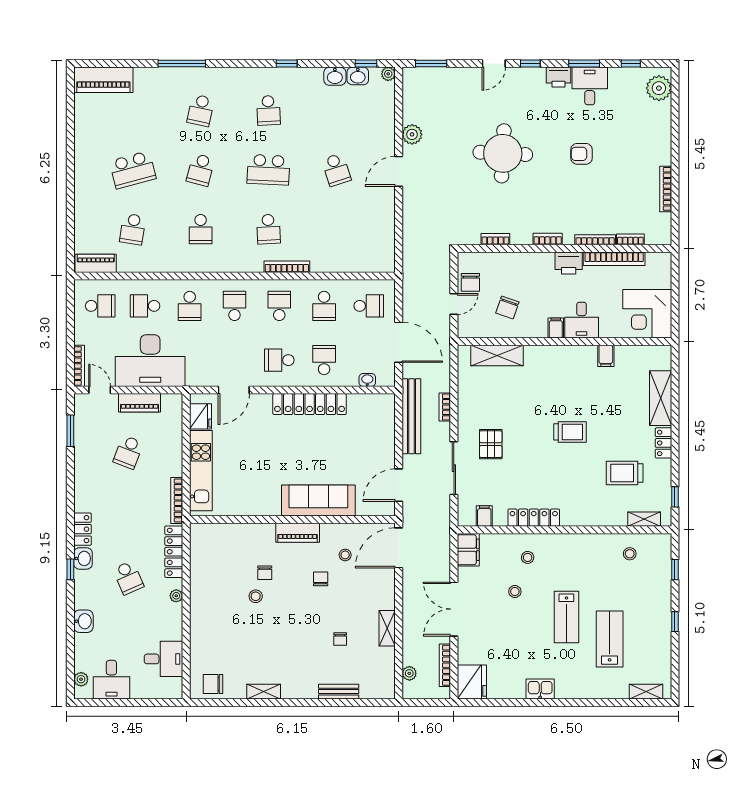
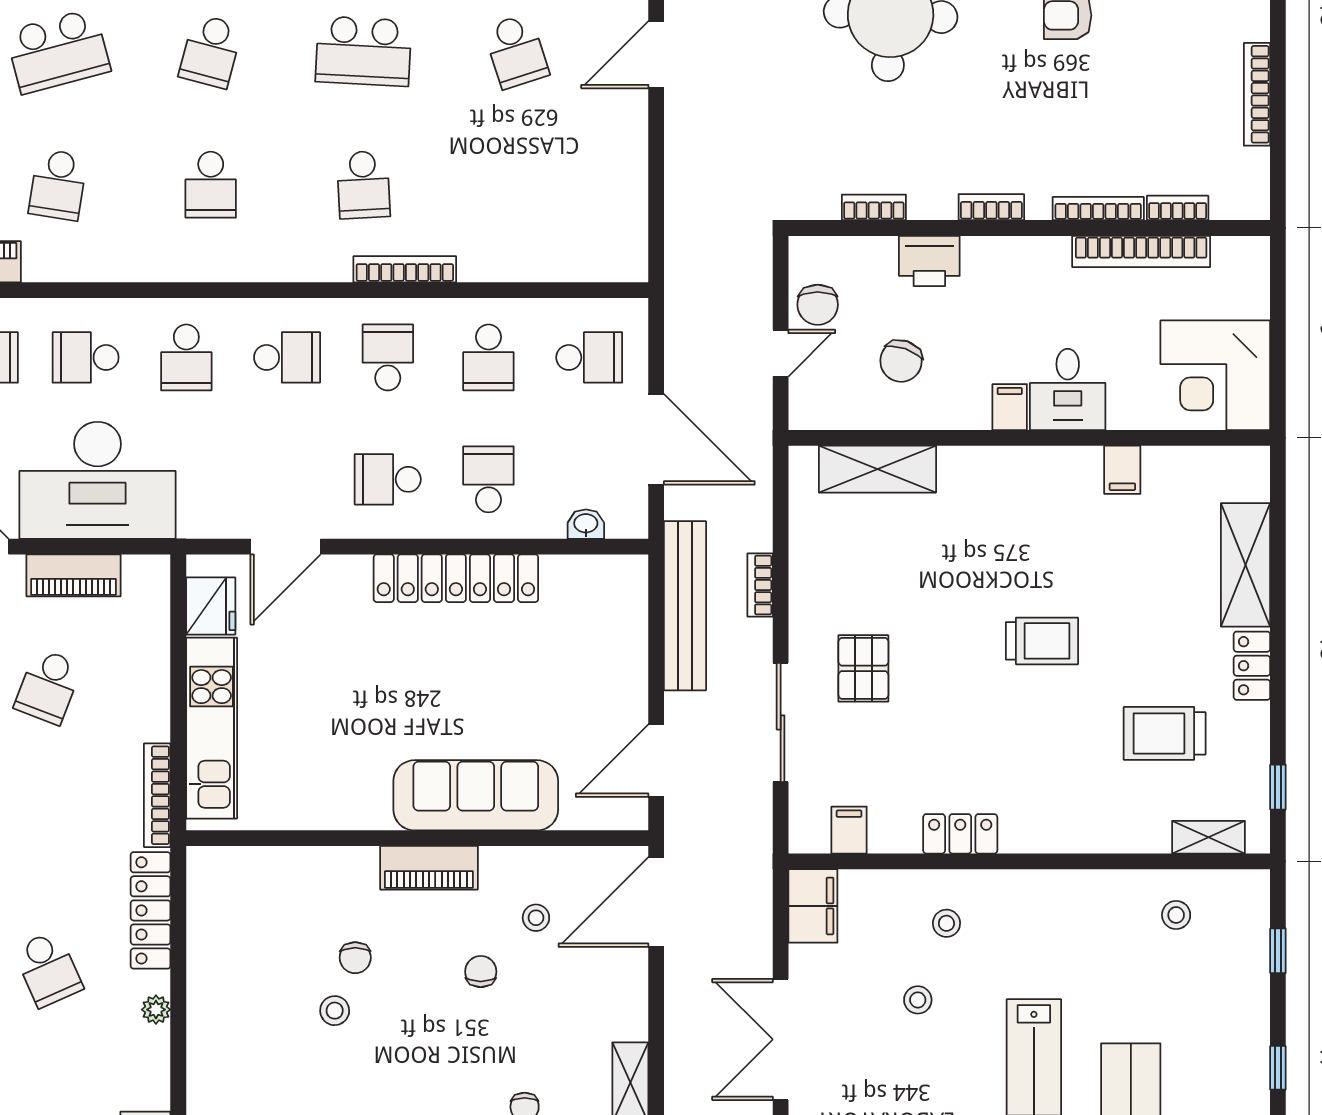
printer: (569, 263) -> (929, 261), moved
school desk: (234, 306) -> (287, 357), turned 90
locker: (534, 518) -> (960, 834), width x0.66

